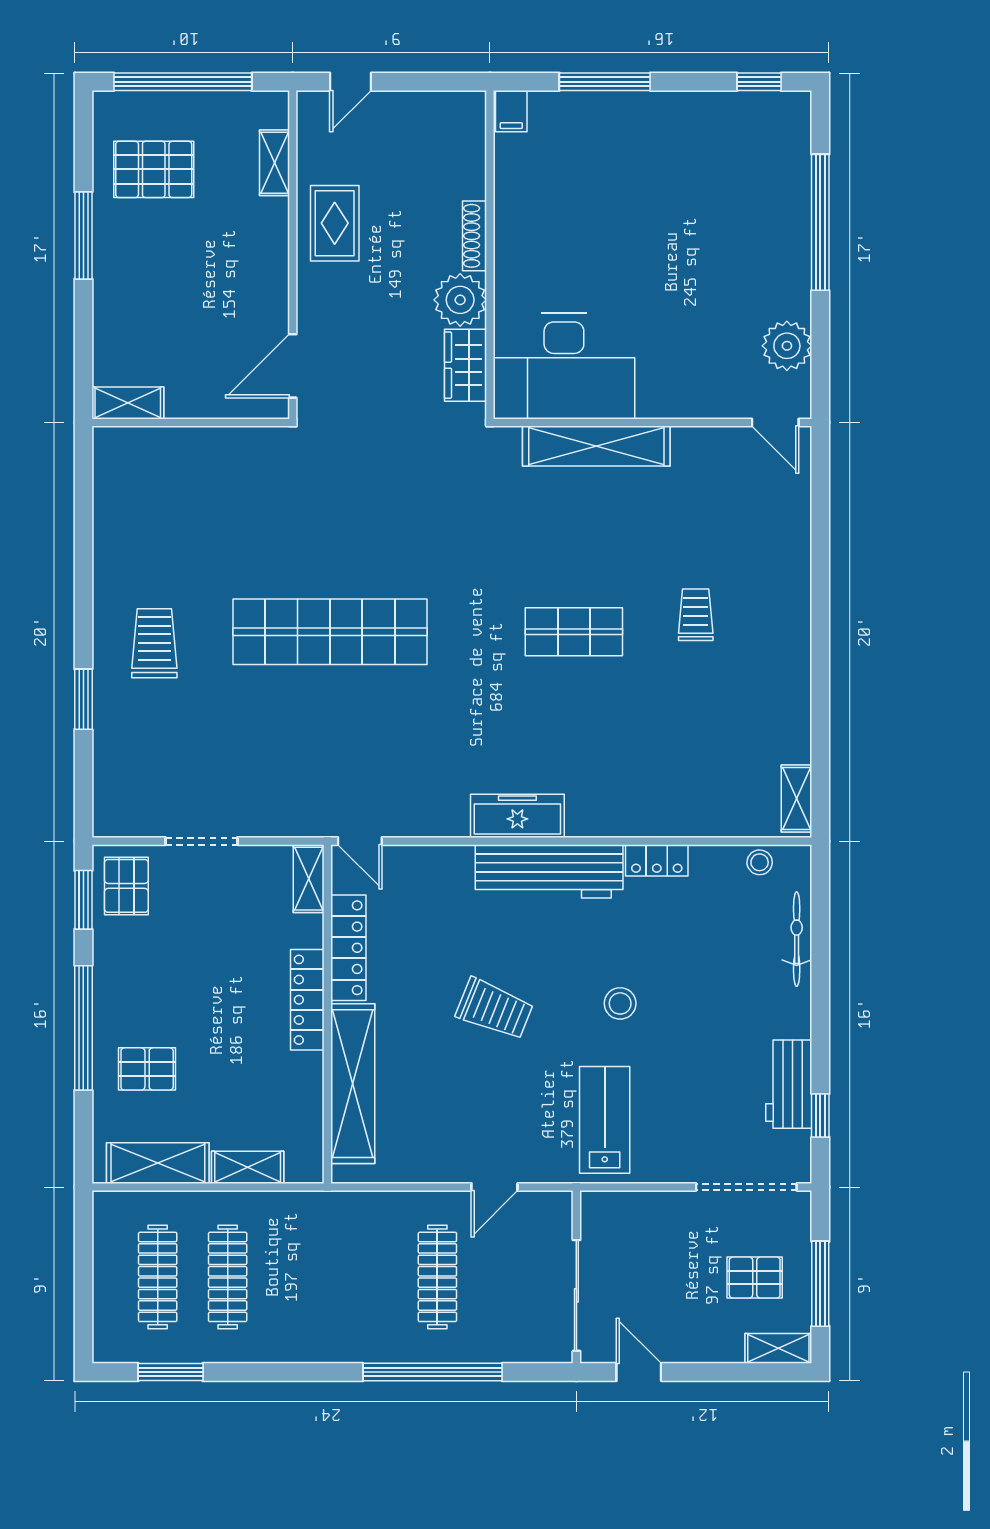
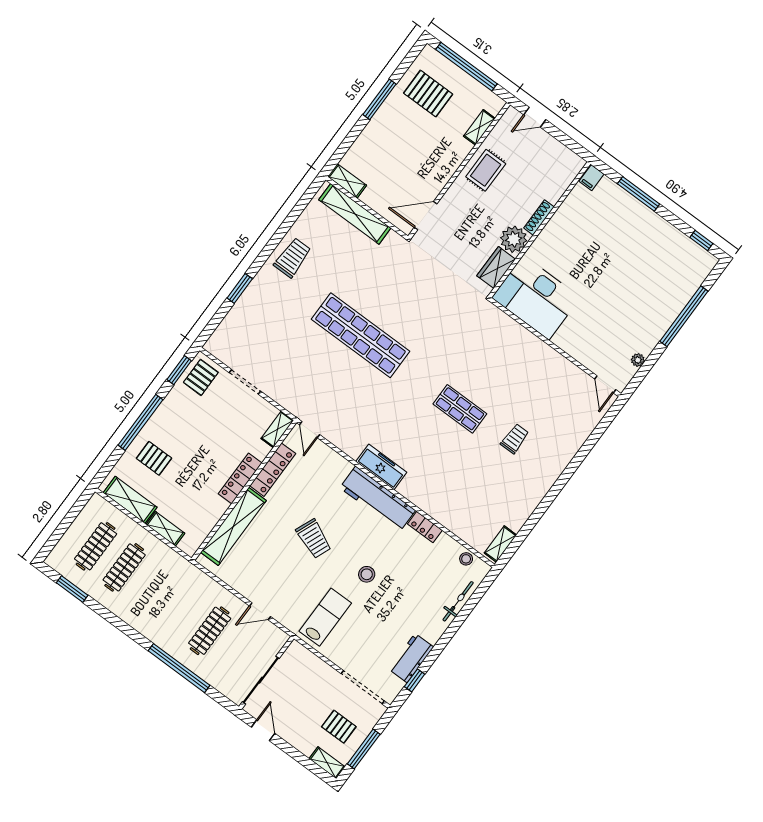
plant: (787, 346) -> (638, 360), width x0.53, depth x0.53
shelving: (596, 446) -> (355, 214), moved
trolley: (154, 643) -> (292, 258), moved

